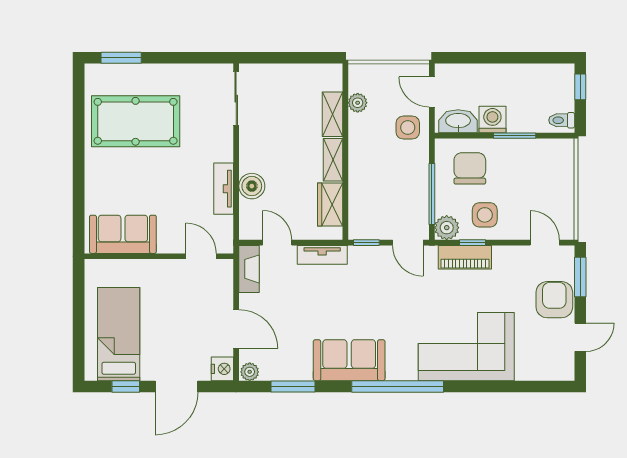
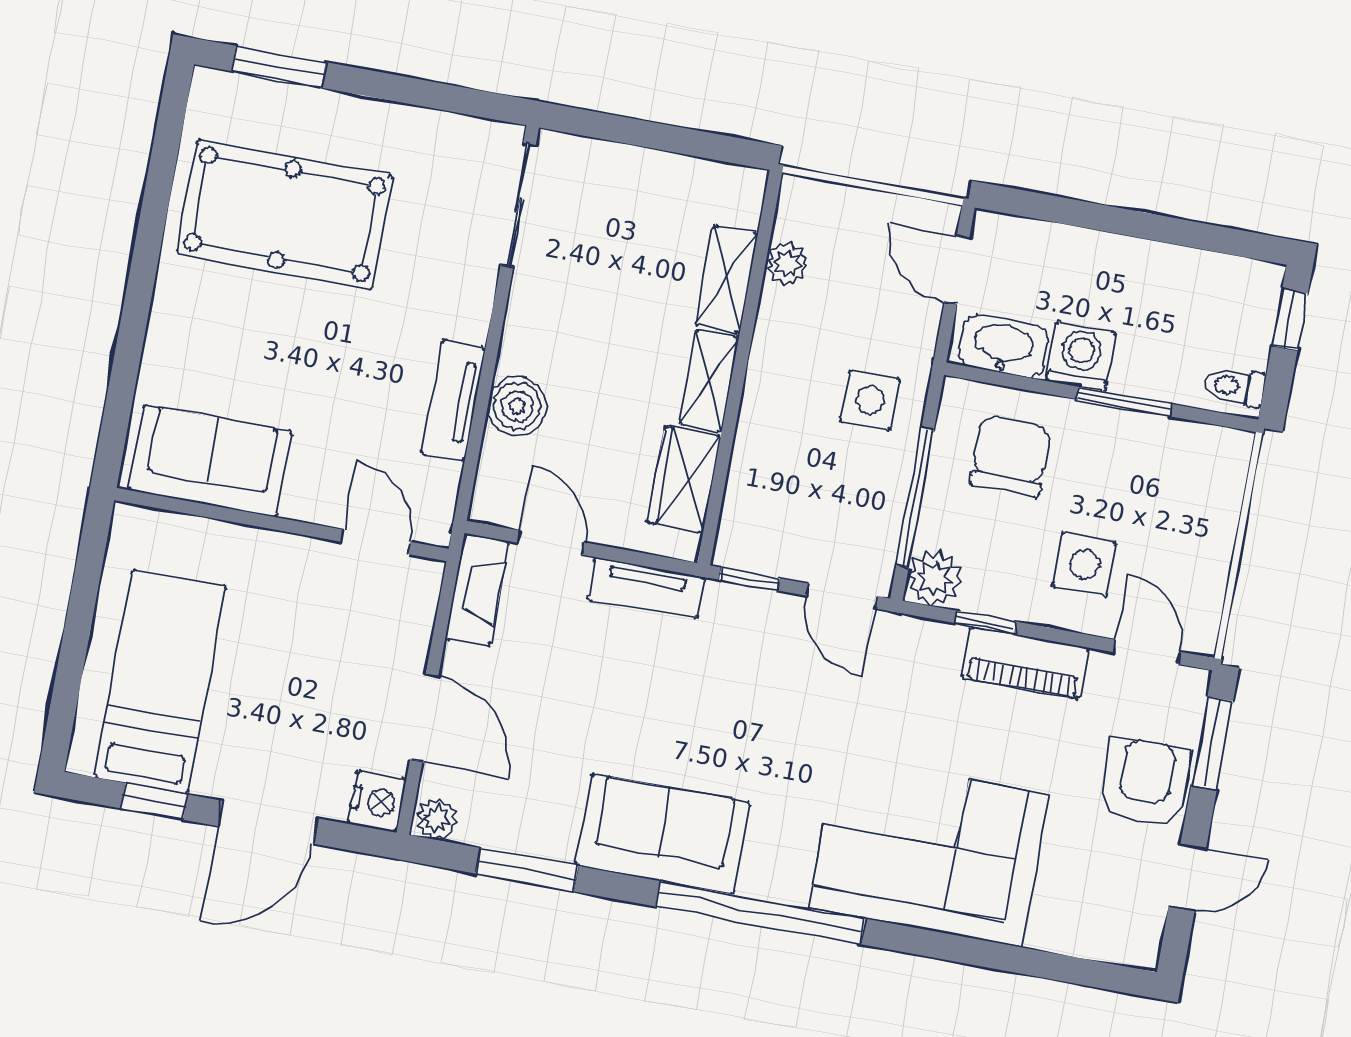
side table: (408, 128) -> (870, 400), moved
side table: (485, 215) -> (1084, 564), moved
piano: (465, 257) -> (1025, 663), moved

